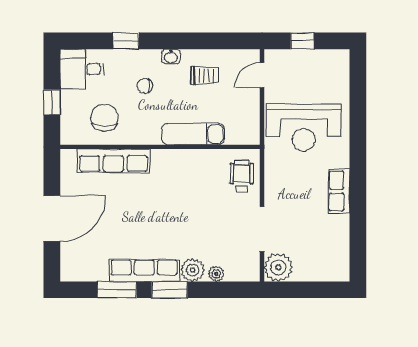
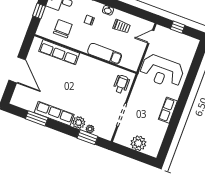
door: (52, 219) -> (17, 70), hinge flipped
plant: (278, 267) -> (138, 143), moved
window: (169, 290) -> (87, 137), moved

